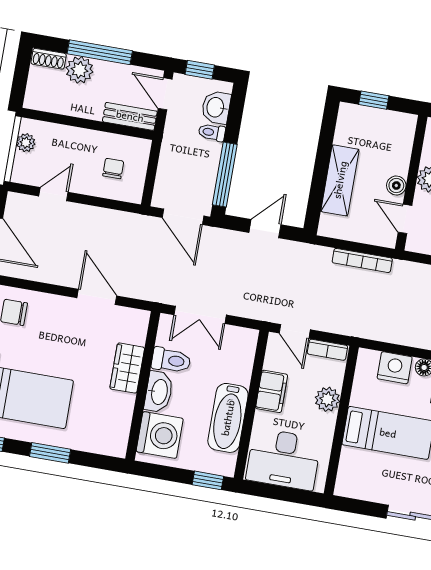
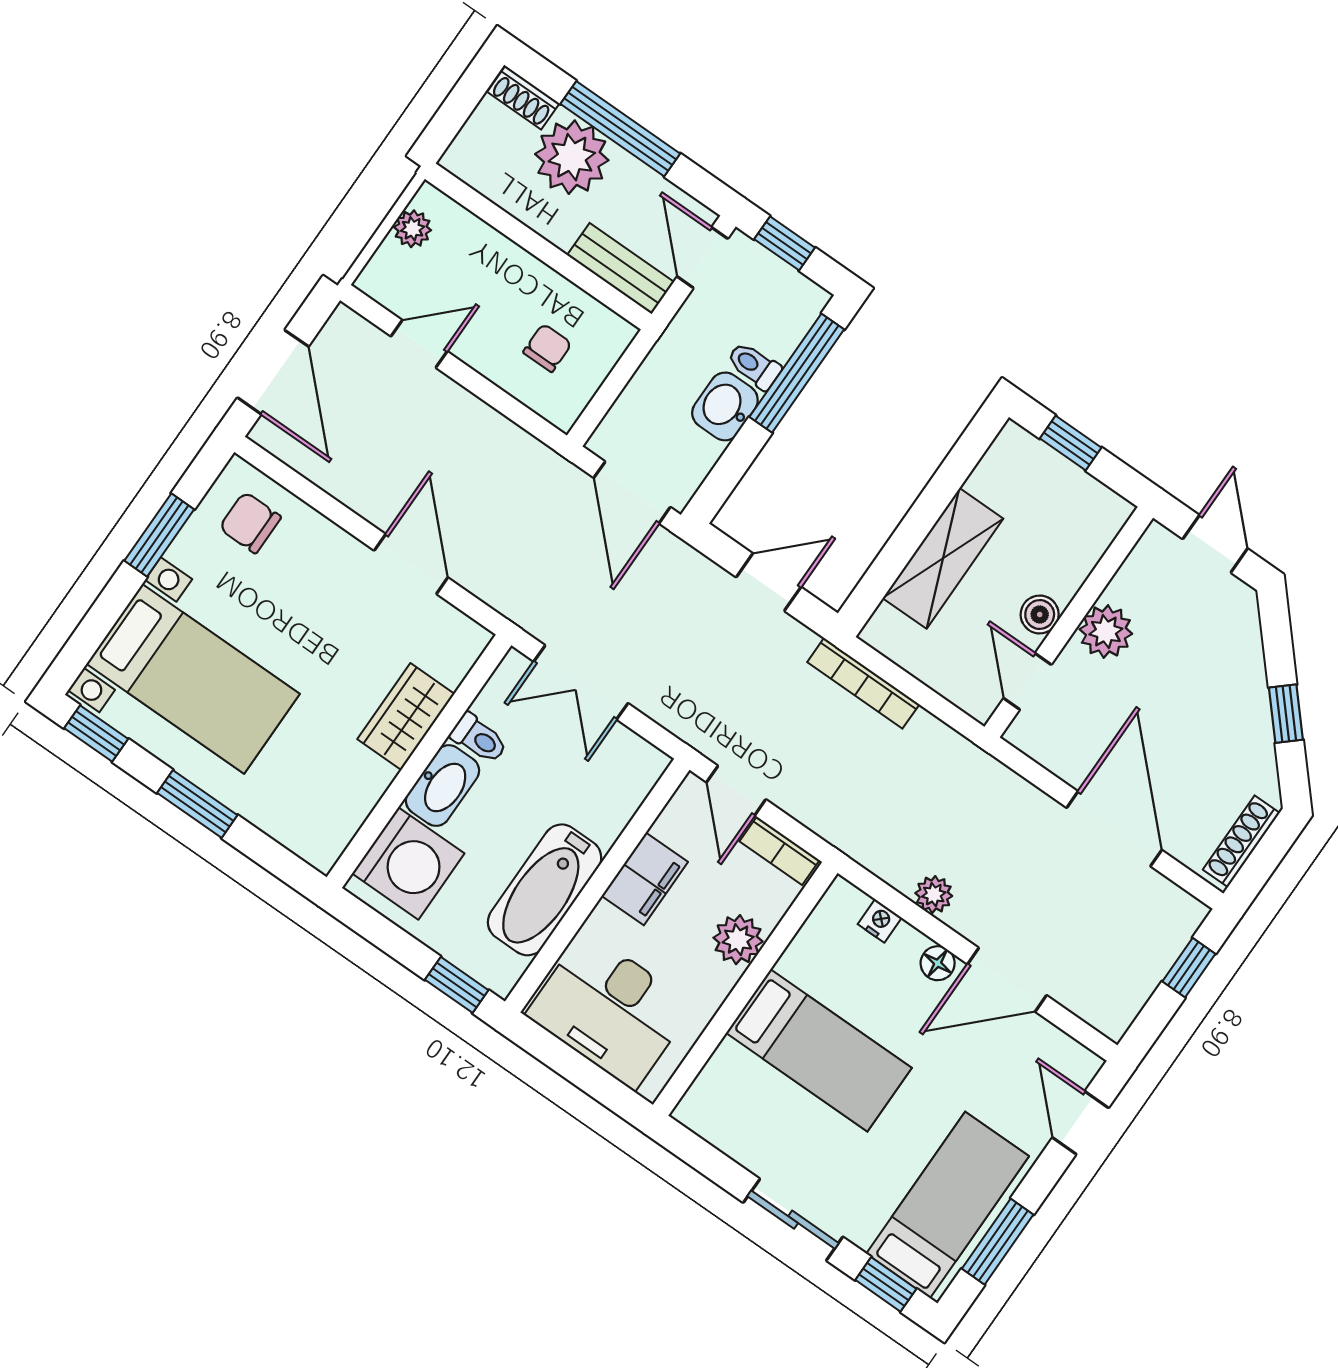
plant: (79, 70) -> (572, 157), width x1.36, depth x1.36
washbasin: (216, 107) -> (725, 406), moved
window: (225, 175) -> (797, 373), moved
bookcase: (362, 260) -> (863, 683), moved
plant: (408, 337) -> (934, 895), added
toilet: (171, 360) -> (479, 738), width x0.73, depth x0.72
nightstand: (395, 368) -> (880, 921), width x0.53, depth x0.56

